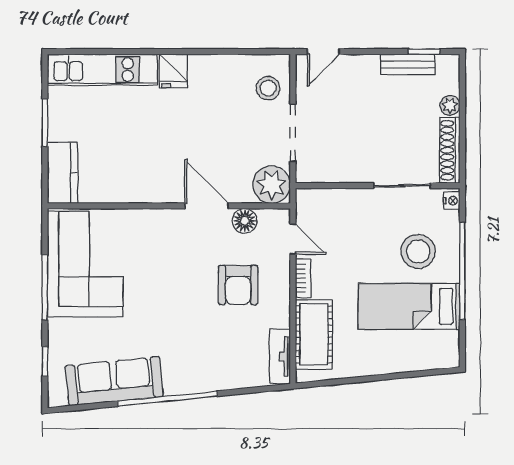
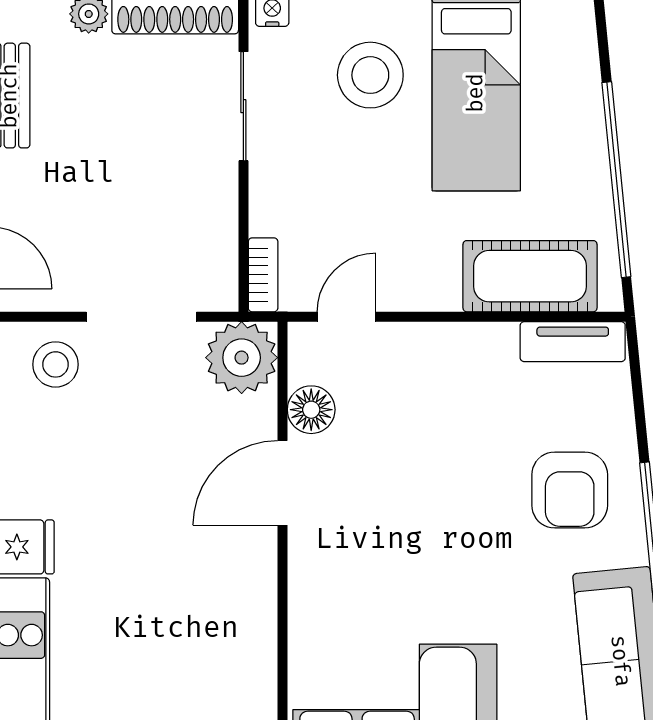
bookcase: (303, 278) -> (263, 275), moved, turned 90
armchair: (238, 285) -> (570, 490), moved, turned 90
window: (364, 379) -> (616, 180), added

